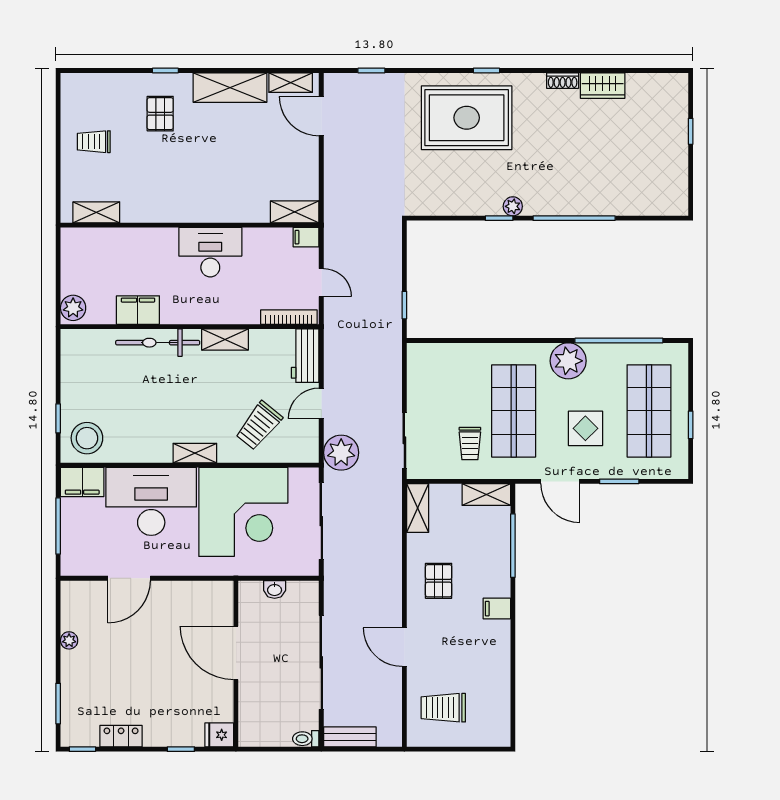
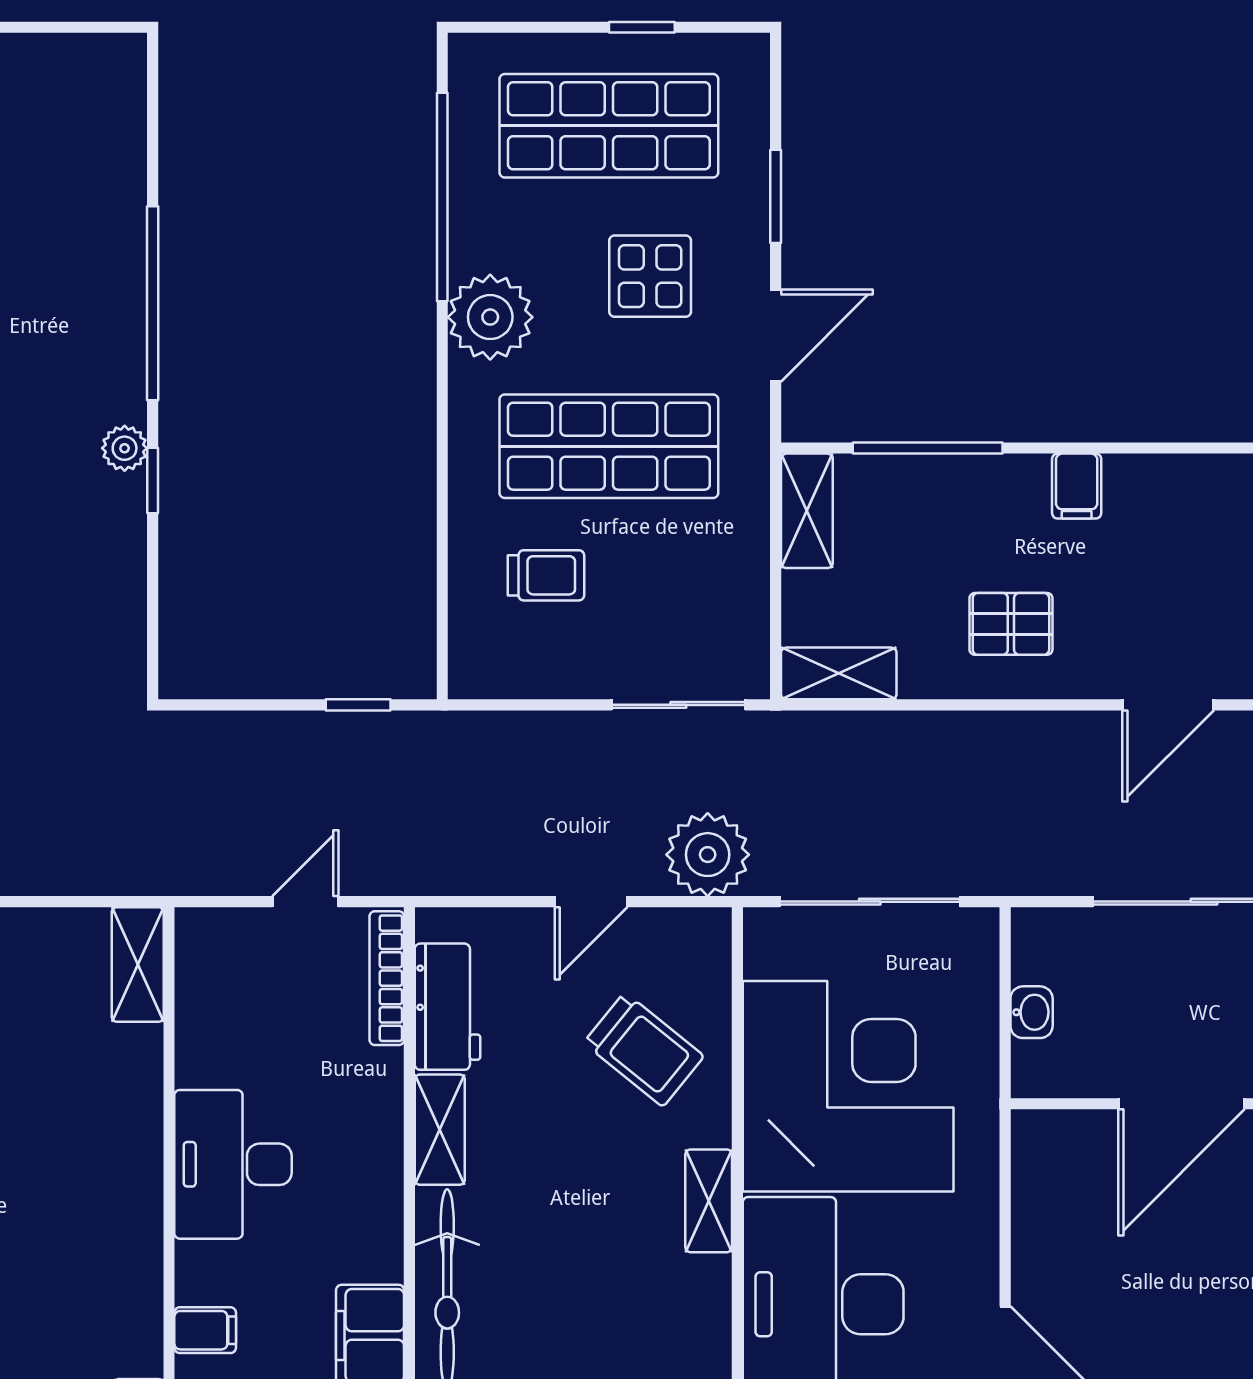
filing cabinet: (306, 237) -> (205, 1330), moved, turned -90
workbench: (305, 356) -> (448, 1007), moved, turned -90
door: (321, 403) -> (591, 902), hinge flipped
trolley: (470, 444) -> (546, 575), moved

